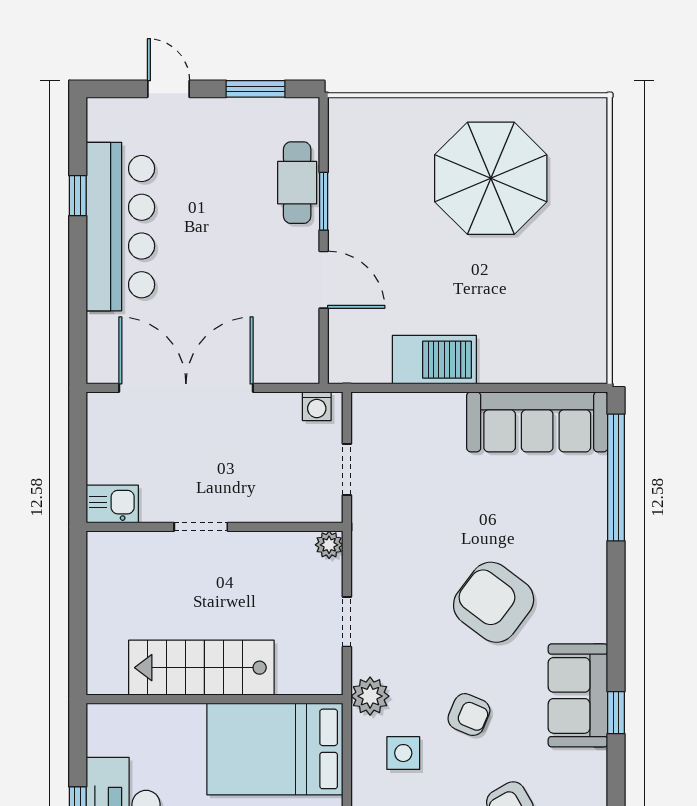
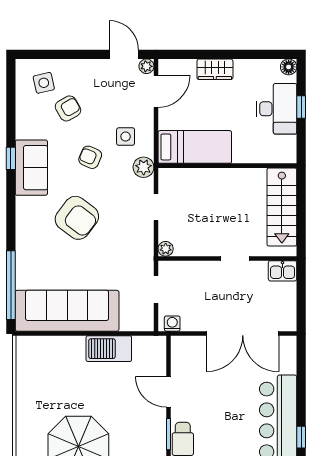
sofa: (537, 422) -> (67, 311), width x1.36, depth x1.27
stairs: (201, 668) -> (282, 207), moved, turned 90
bed: (275, 749) -> (195, 147), width x0.67

